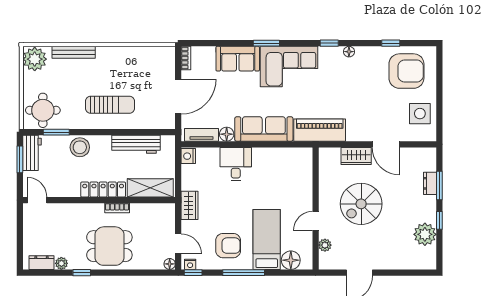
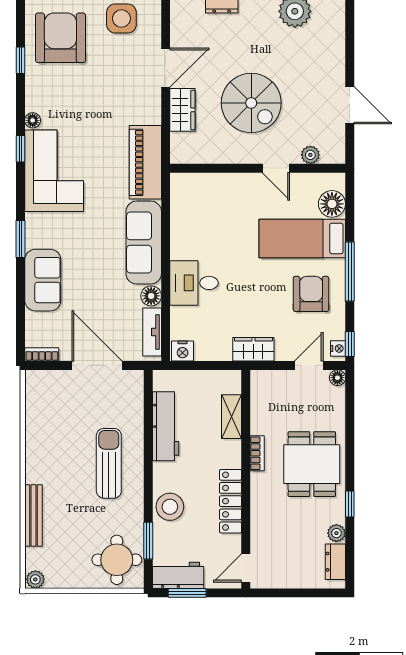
plant: (35, 59) -> (35, 579), width x0.53, depth x0.53
corner sofa: (289, 67) -> (54, 171), moved
shelving: (150, 188) -> (232, 417), width x0.67, depth x0.75
locker: (103, 190) -> (231, 501), moved

